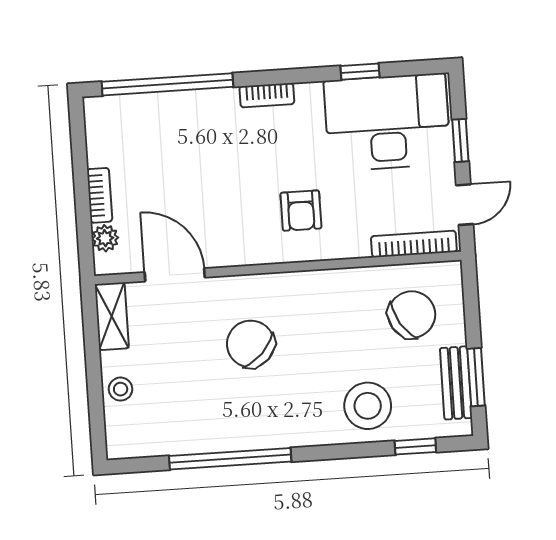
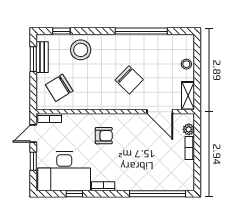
bookcase: (267, 95) -> (103, 186), moved
armchair: (301, 211) -> (104, 136), turned 90
bookcase: (414, 244) -> (50, 118), width x0.64

